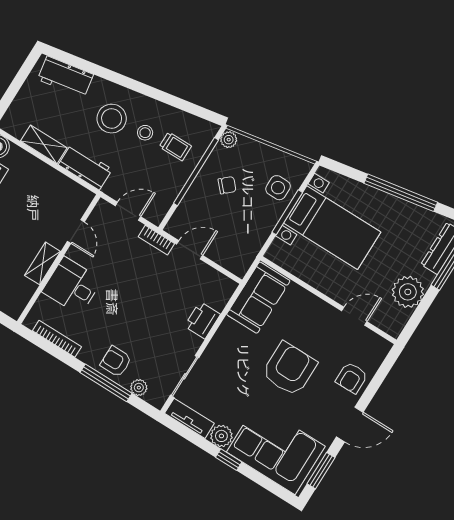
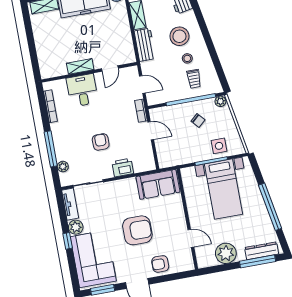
armchair: (116, 361) -> (101, 142), moved

